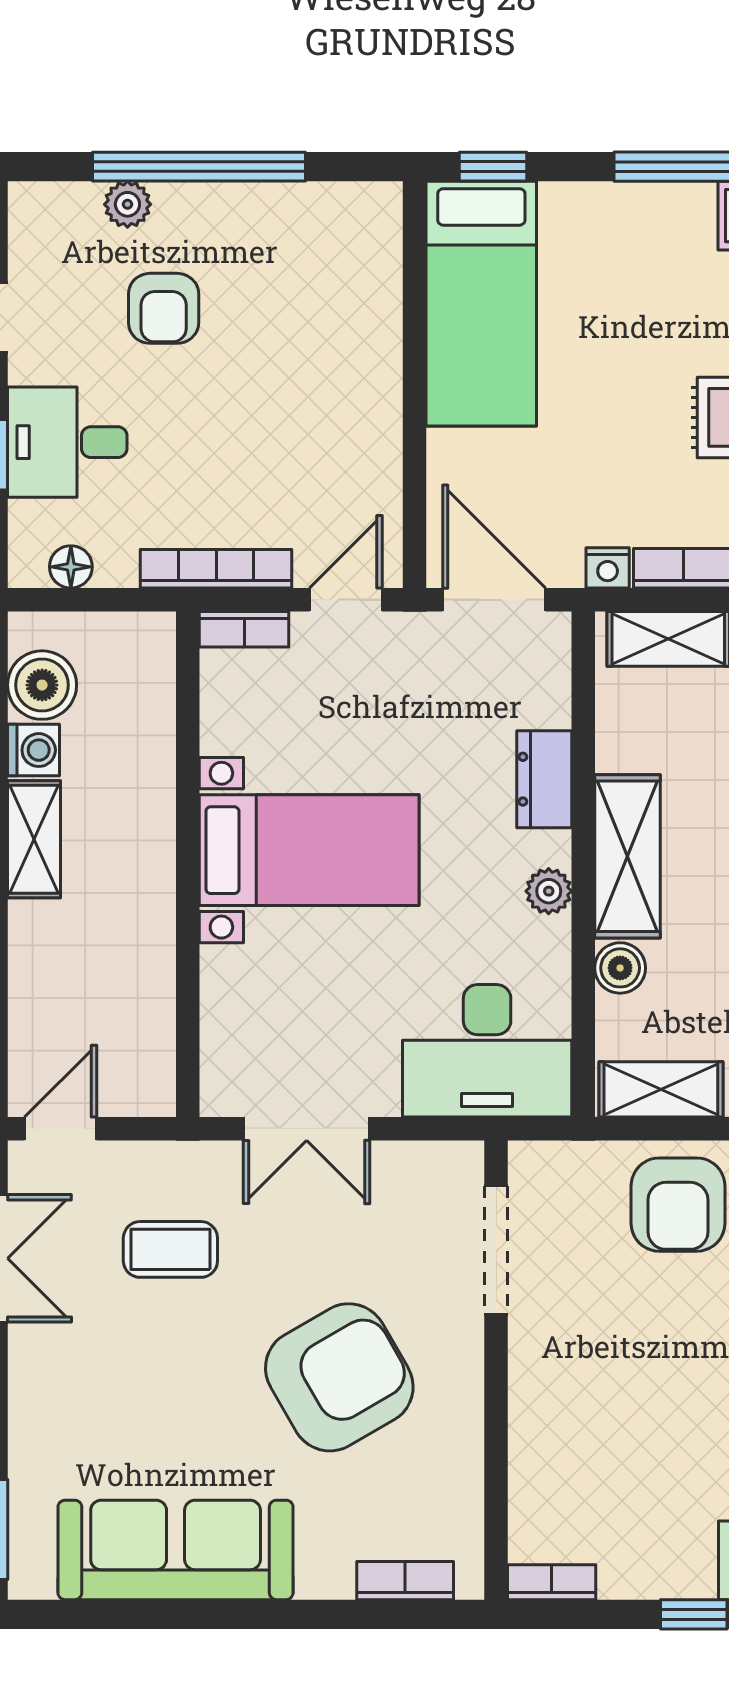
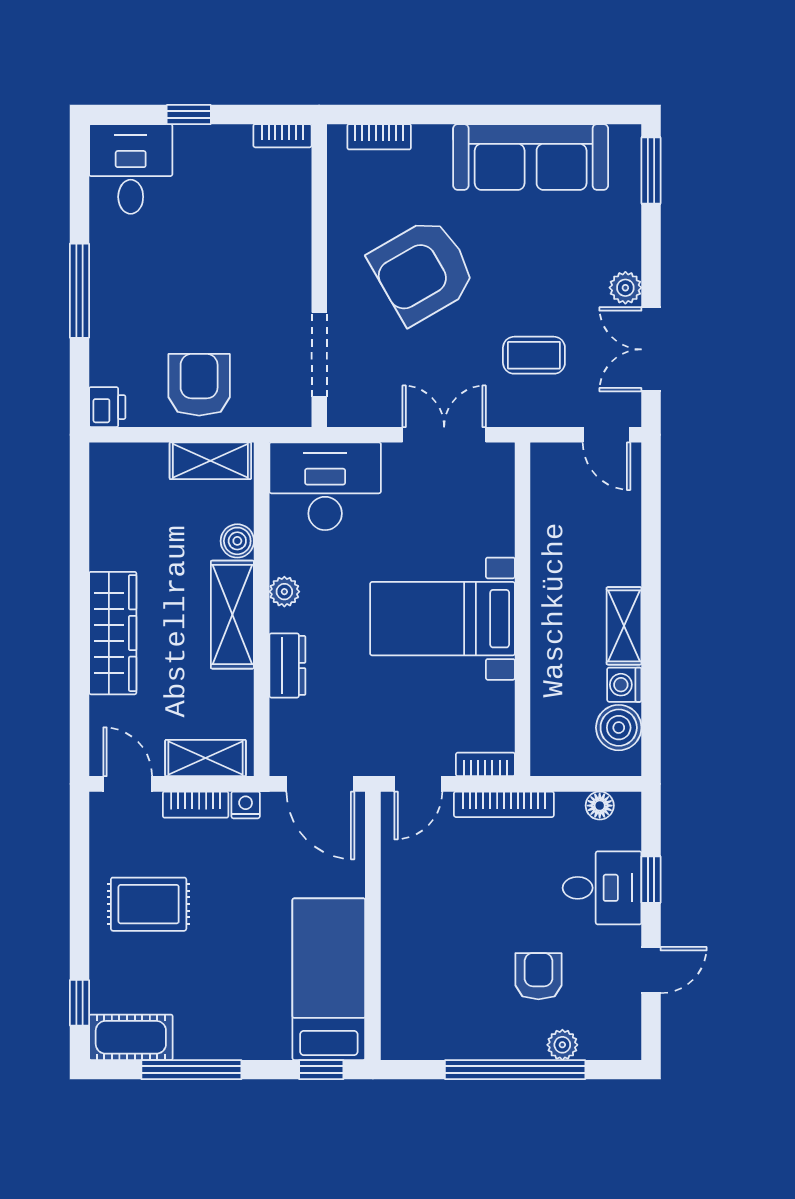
door: (61, 1129) -> (606, 435), hinge flipped
plant: (32, 1352) -> (625, 288), added

